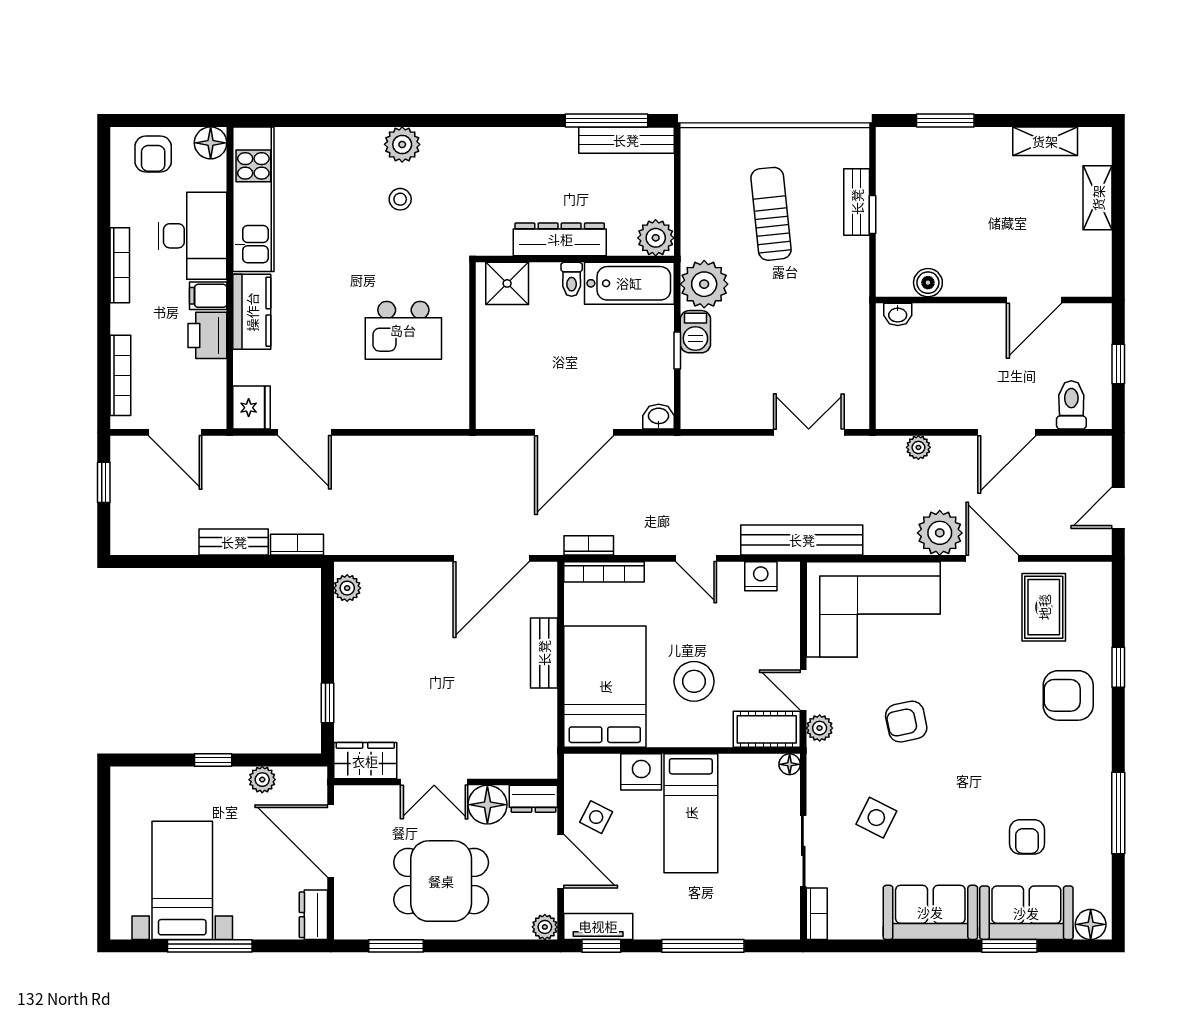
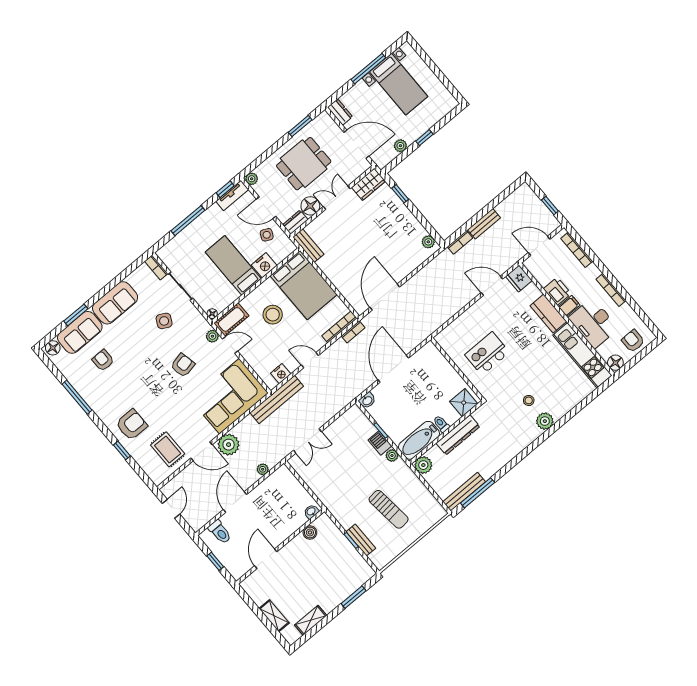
plant: (704, 284) -> (392, 456), width x0.53, depth x0.53
bench: (544, 653) -> (308, 246), moved

